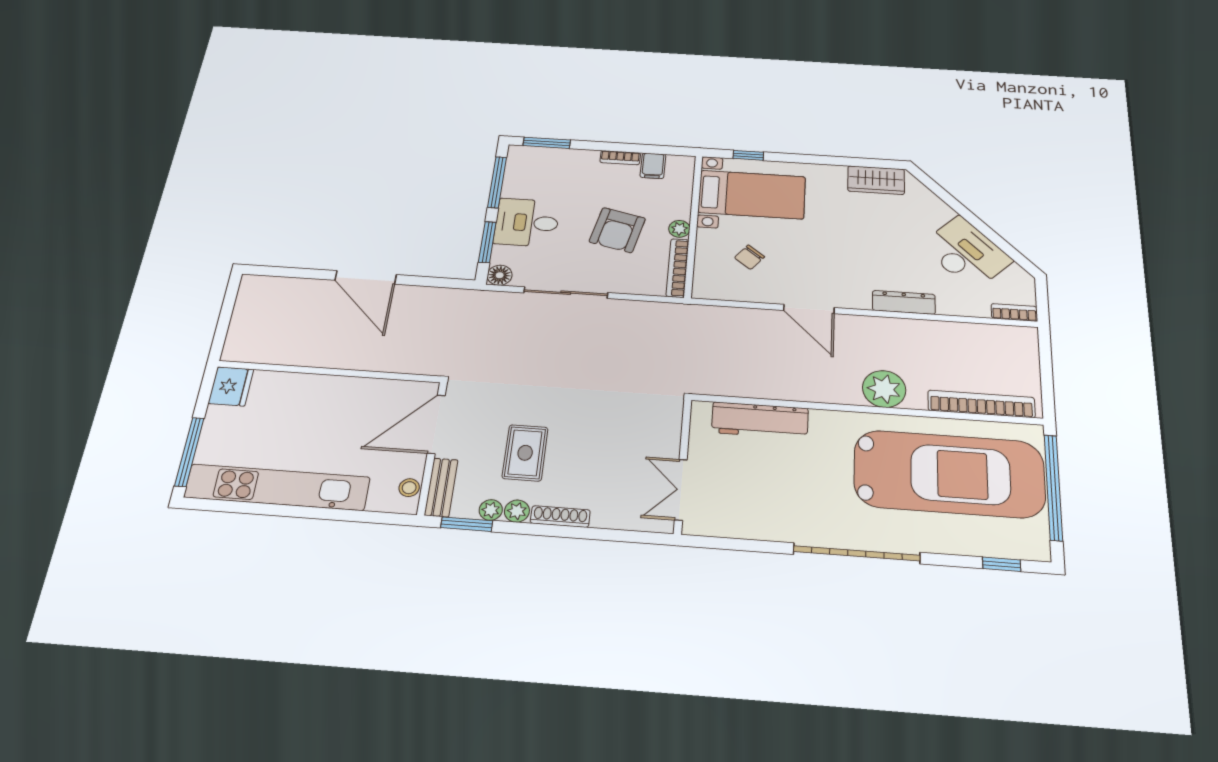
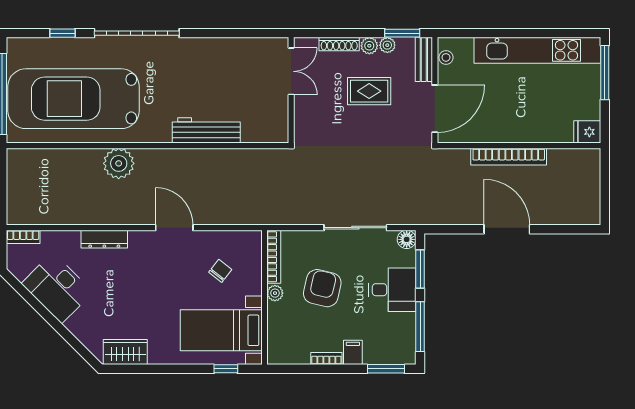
filing cabinet: (653, 166) -> (353, 352), moved
fridge: (231, 386) -> (587, 132), width x0.72
bookcase: (981, 404) -> (509, 157), moved
rug: (525, 453) -> (369, 91), turned 90
wall: (683, 465) -> (291, 90), moved
double door: (681, 490) -> (291, 71), moved
window: (1002, 564) -> (62, 33), moved

